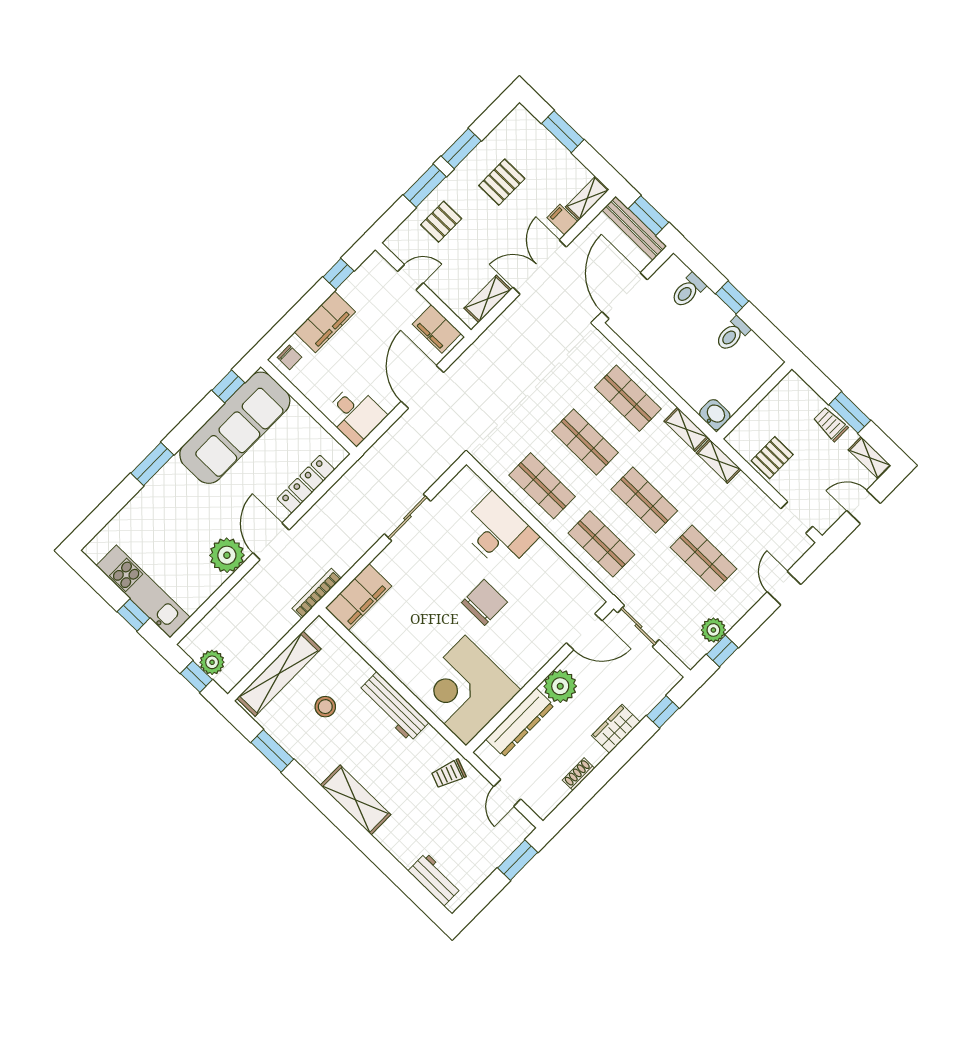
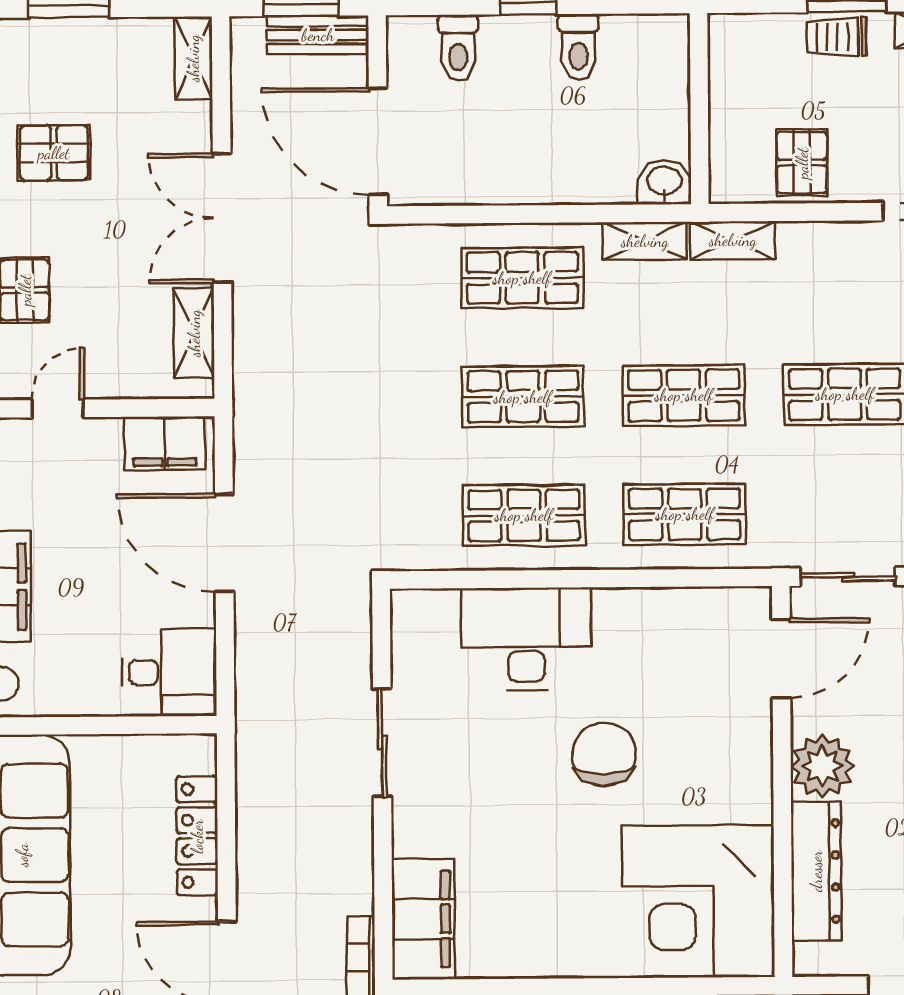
pallet: (502, 182) -> (54, 153), turned 90
filing cabinet: (562, 220) -> (188, 122), removed
bench: (634, 228) -> (318, 35), width x0.73

